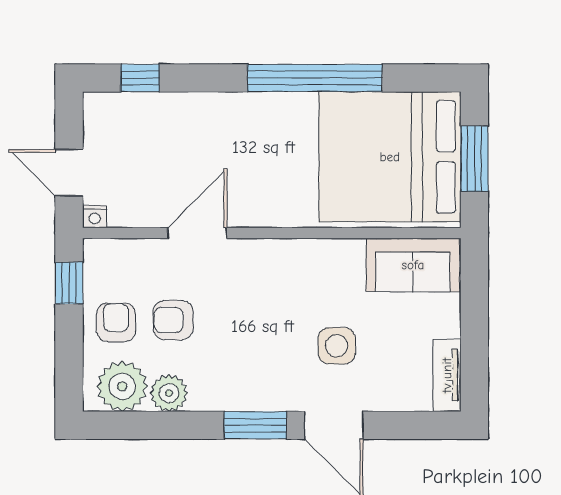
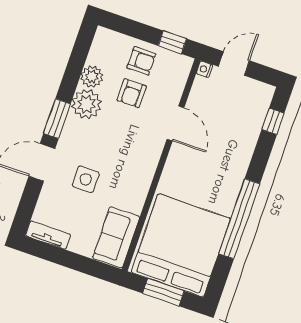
armchair: (173, 320) -> (132, 93), turned 180
plant: (122, 386) -> (86, 104), moved

